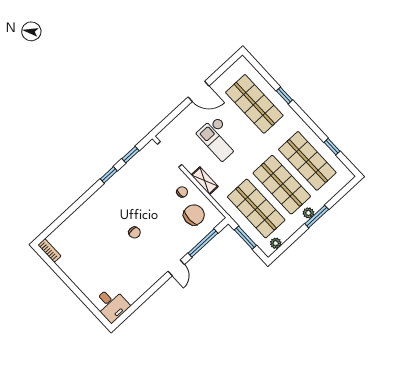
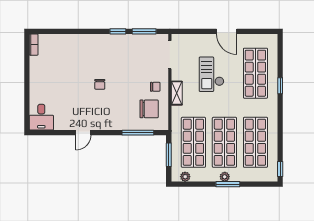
window: (332, 147) -> (280, 169), moved
window: (130, 155) -> (144, 31), width x1.50
door: (176, 268) -> (83, 133), moved

